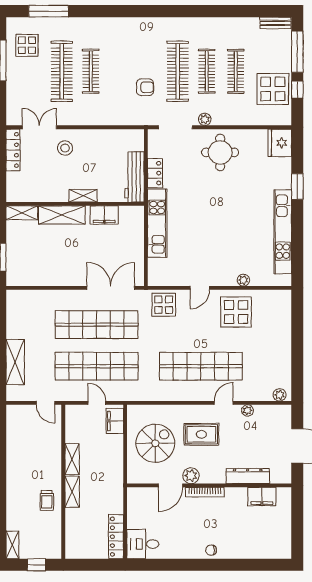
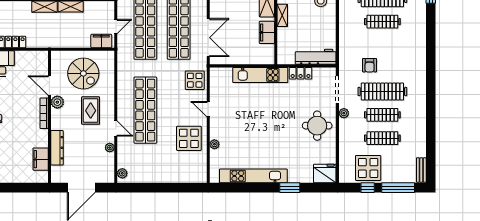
workbench: (135, 177) -> (316, 57), moved

